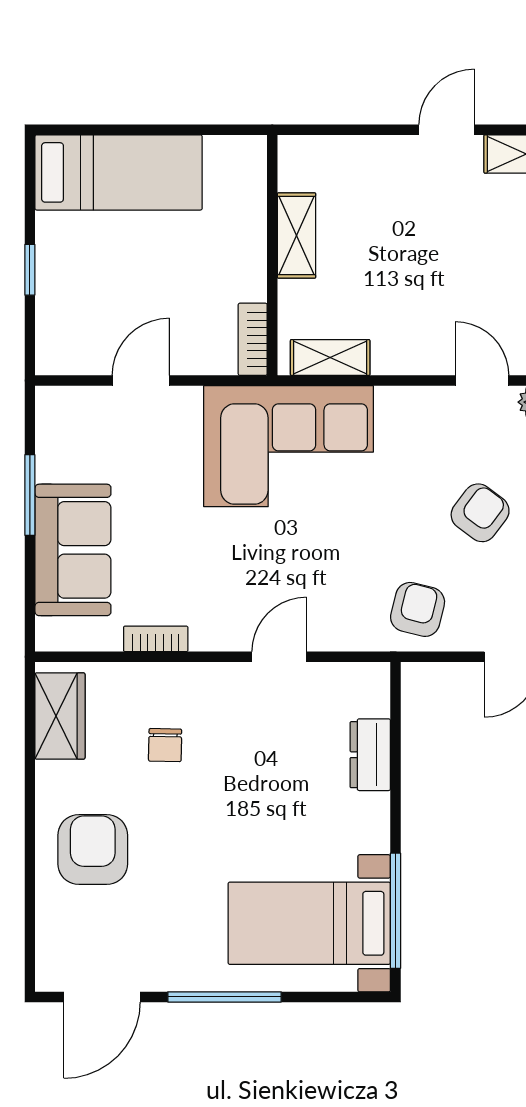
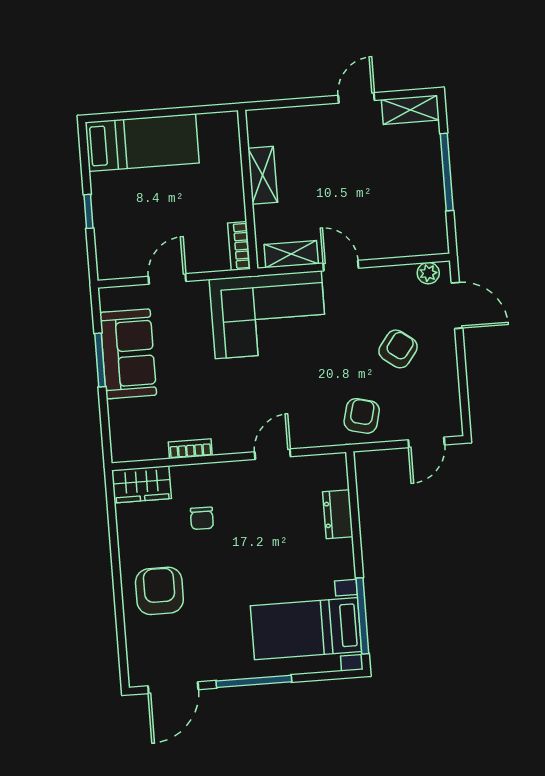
door: (482, 381) -> (341, 266), moved
sofa: (73, 550) -> (128, 354), moved
wardrobe: (60, 716) -> (142, 484), moved, turned 90

